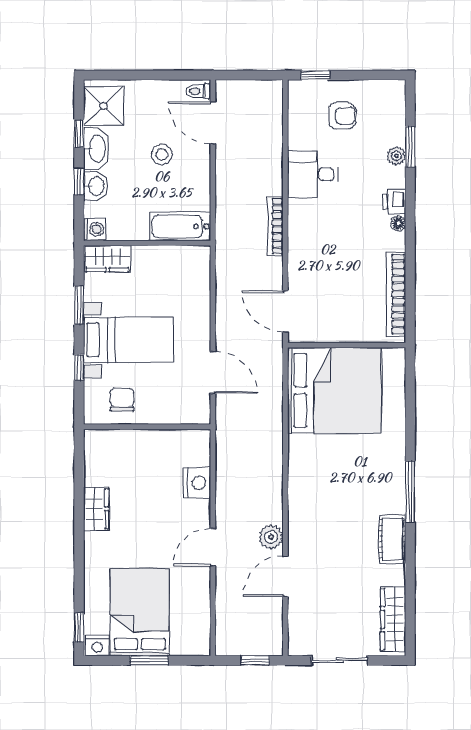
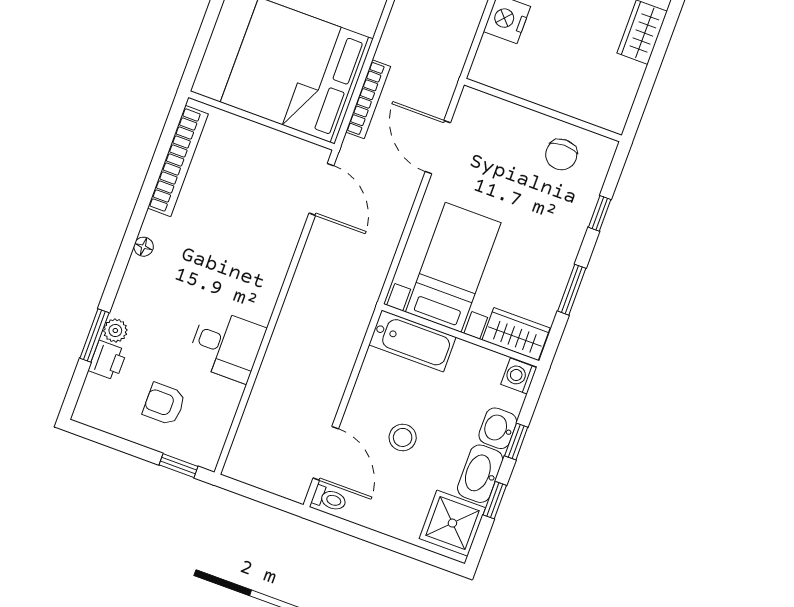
printer: (394, 202) -> (108, 360), moved
bookcase: (276, 226) -> (368, 99), moved
bed with nightstands: (128, 340) -> (453, 267), moved, turned 90

